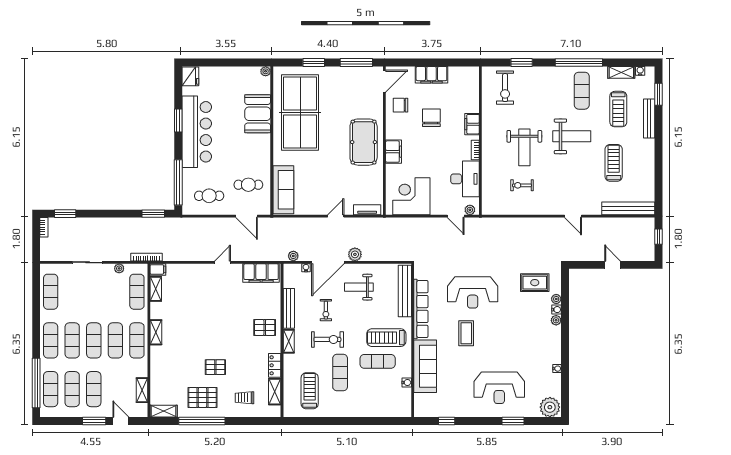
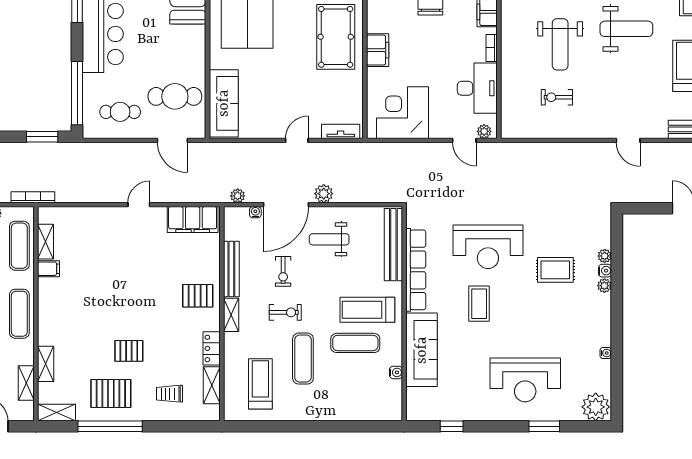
cafe table: (248, 185) -> (175, 96), width x1.37, depth x1.35
filing cabinet: (158, 269) -> (49, 269), moved
rug: (535, 283) -> (555, 270), moved
shelving: (156, 332) -> (46, 364), moved
exercise bike: (327, 339) -> (285, 312), width x0.73, depth x0.72

